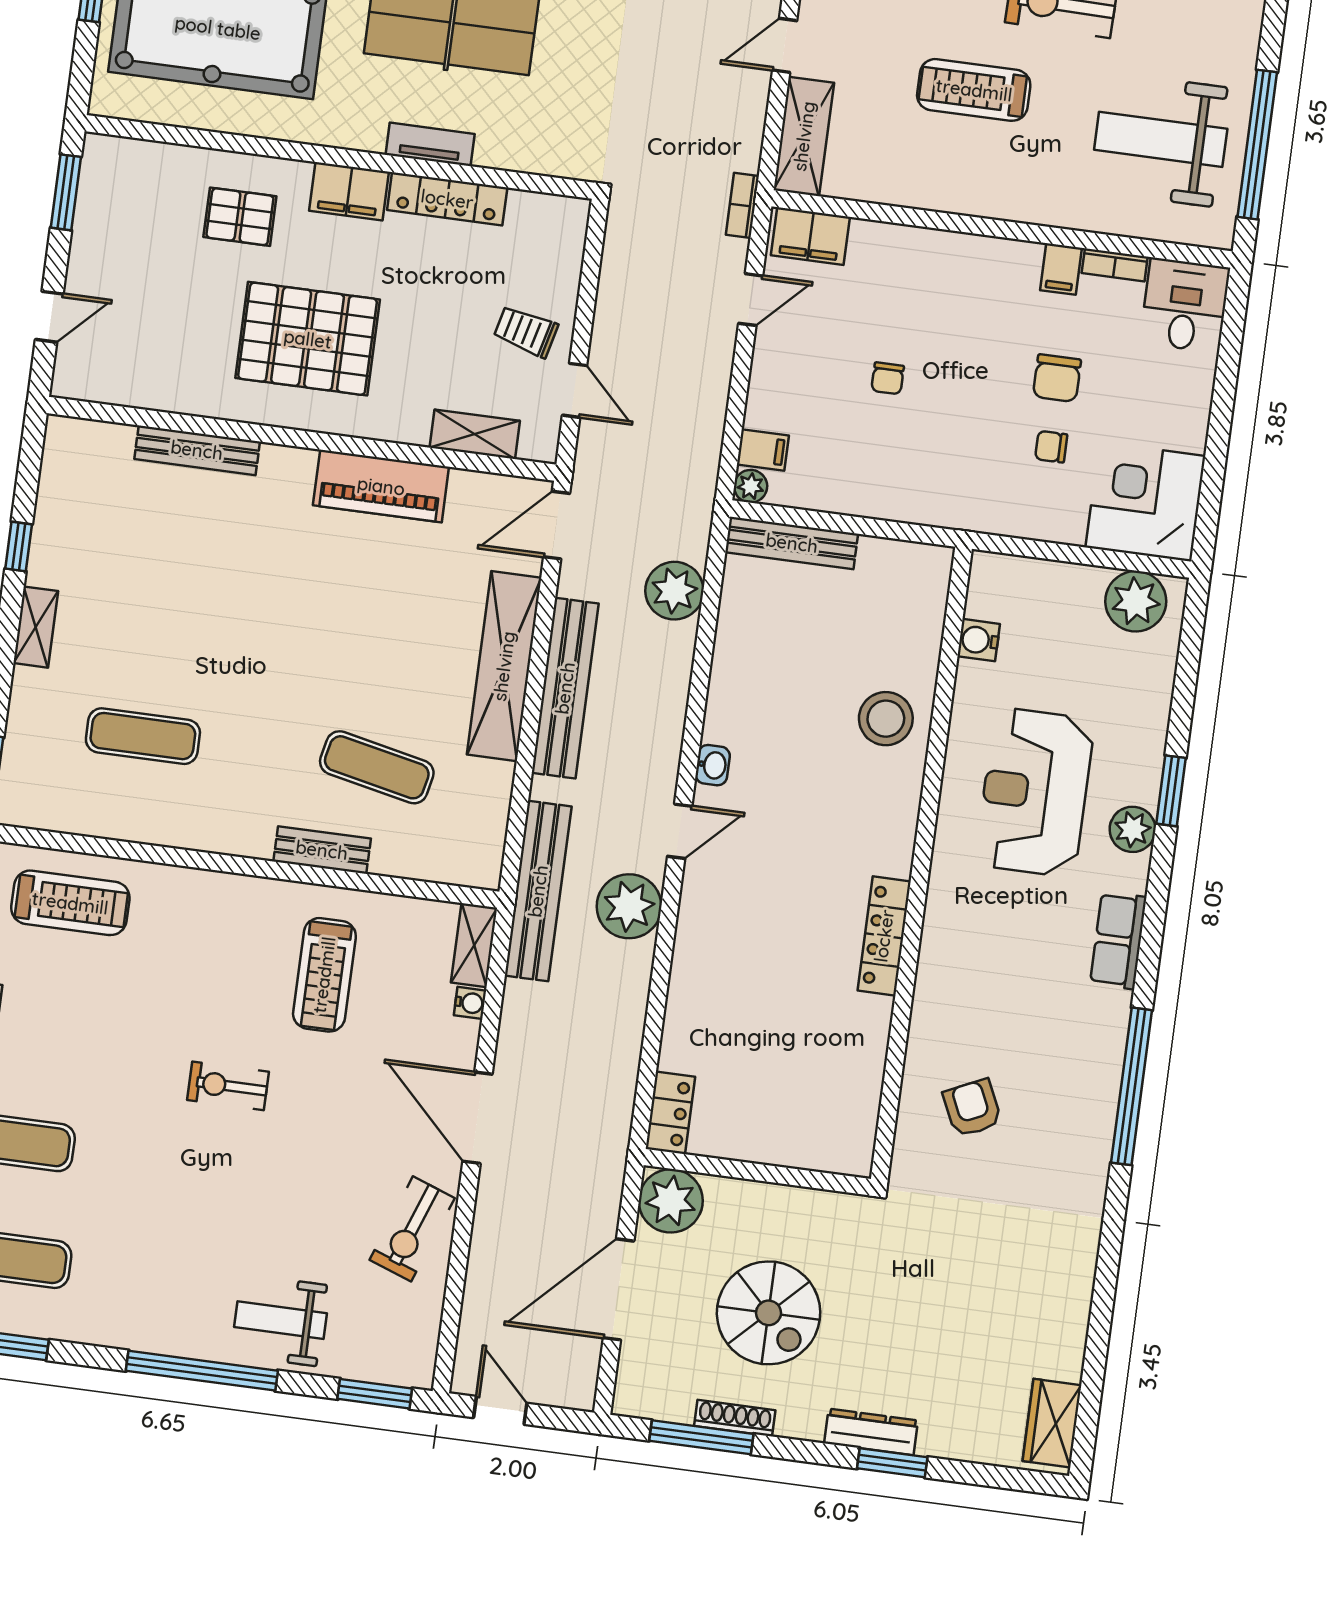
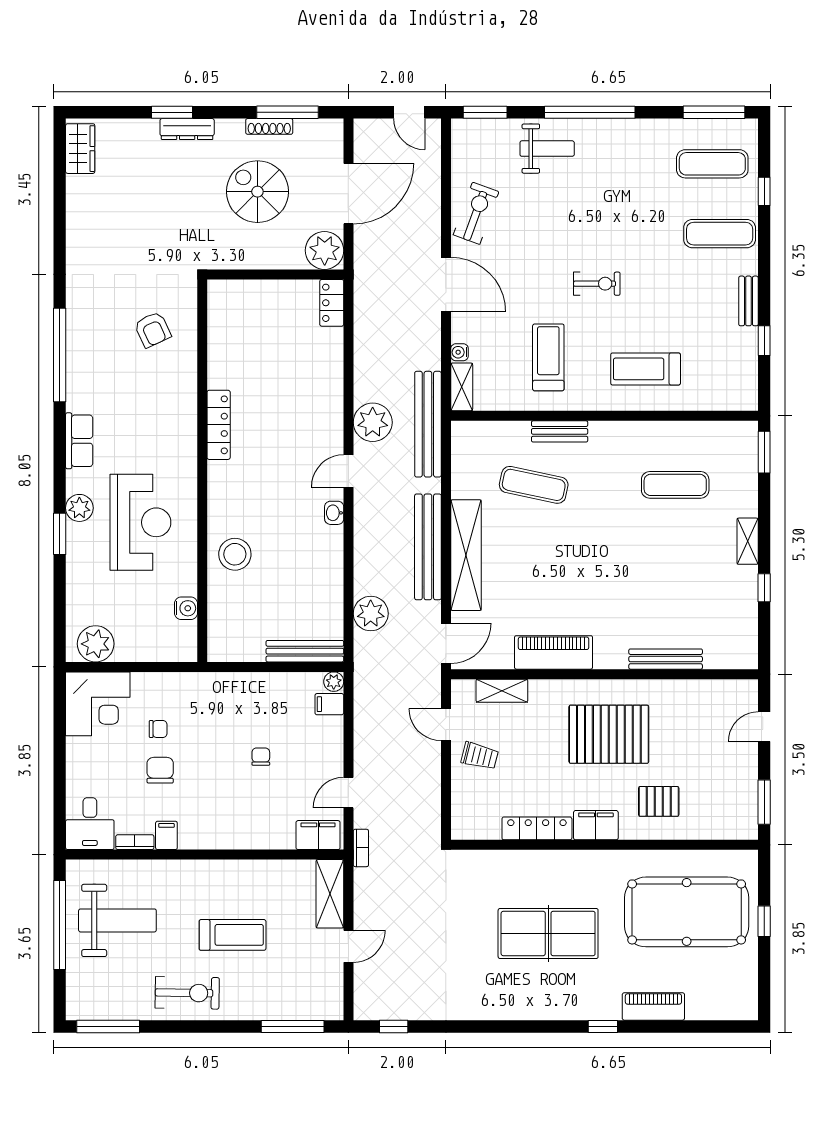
tv unit: (430, 144) -> (551, 859), removed
treadmill: (70, 903) -> (646, 369), moved

